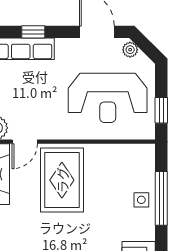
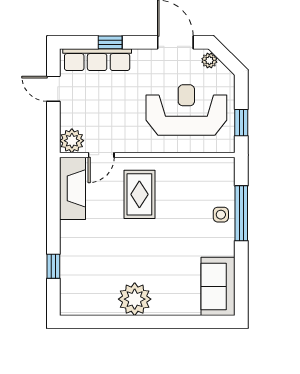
reception desk: (108, 98) -> (186, 110), turned 180
rug: (62, 180) -> (139, 194), width x0.73, depth x0.70

